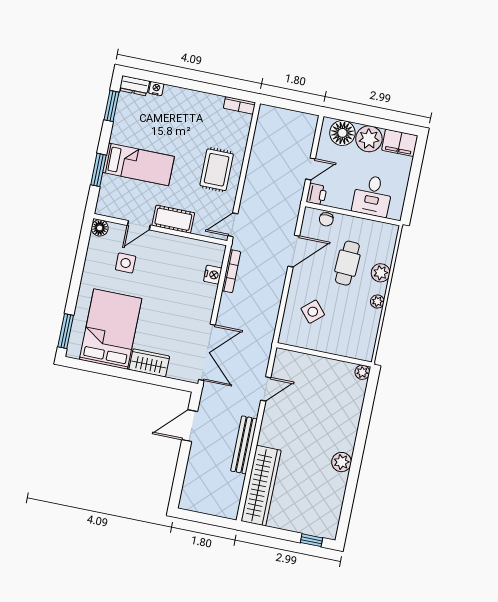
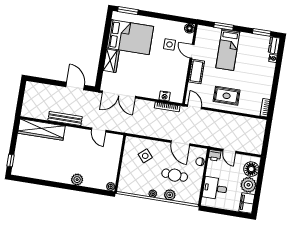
plant: (342, 462) -> (77, 180), moved

